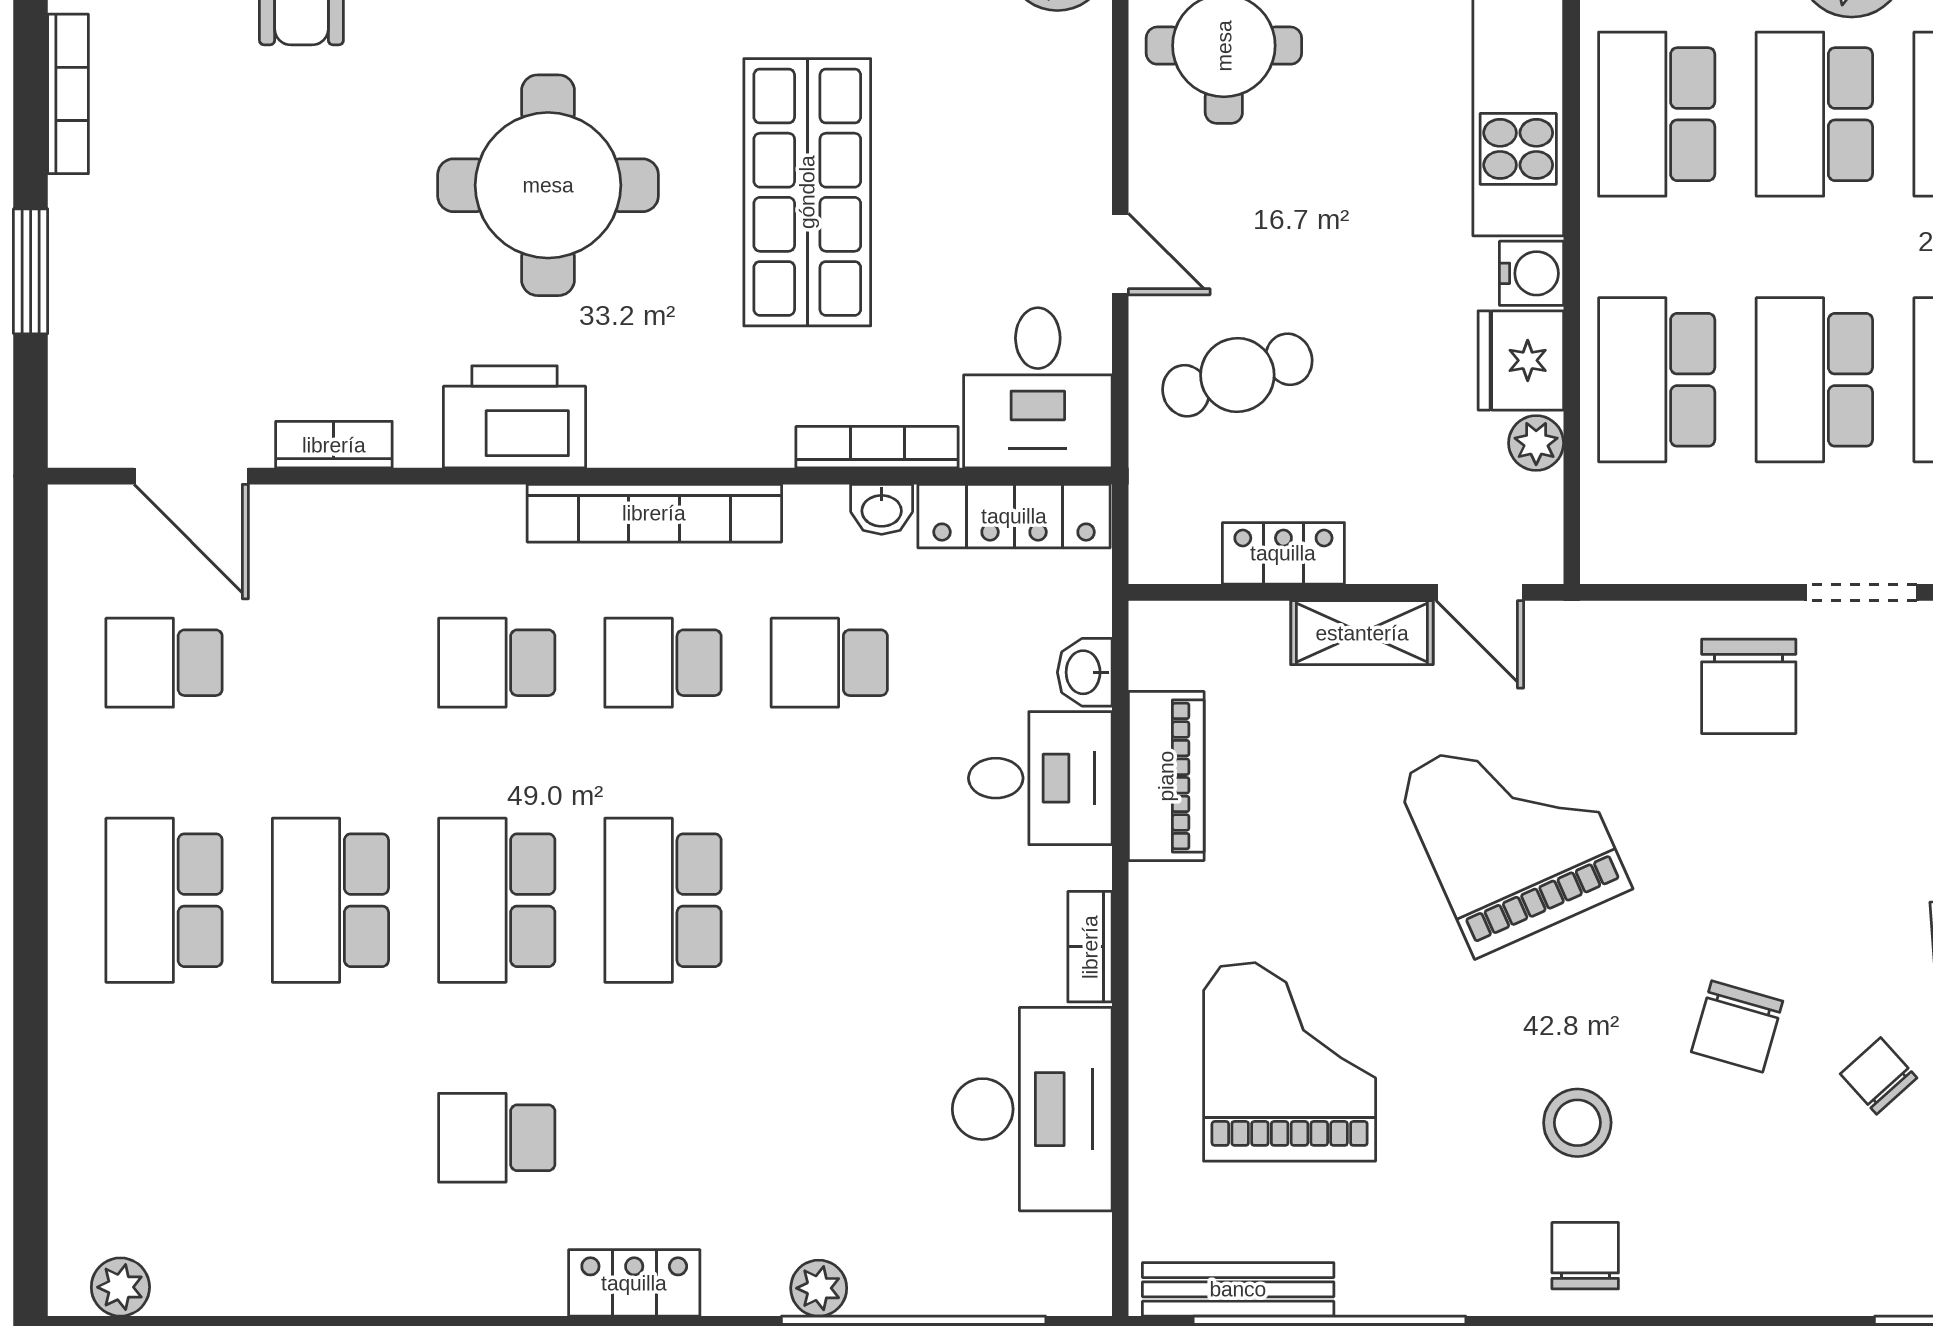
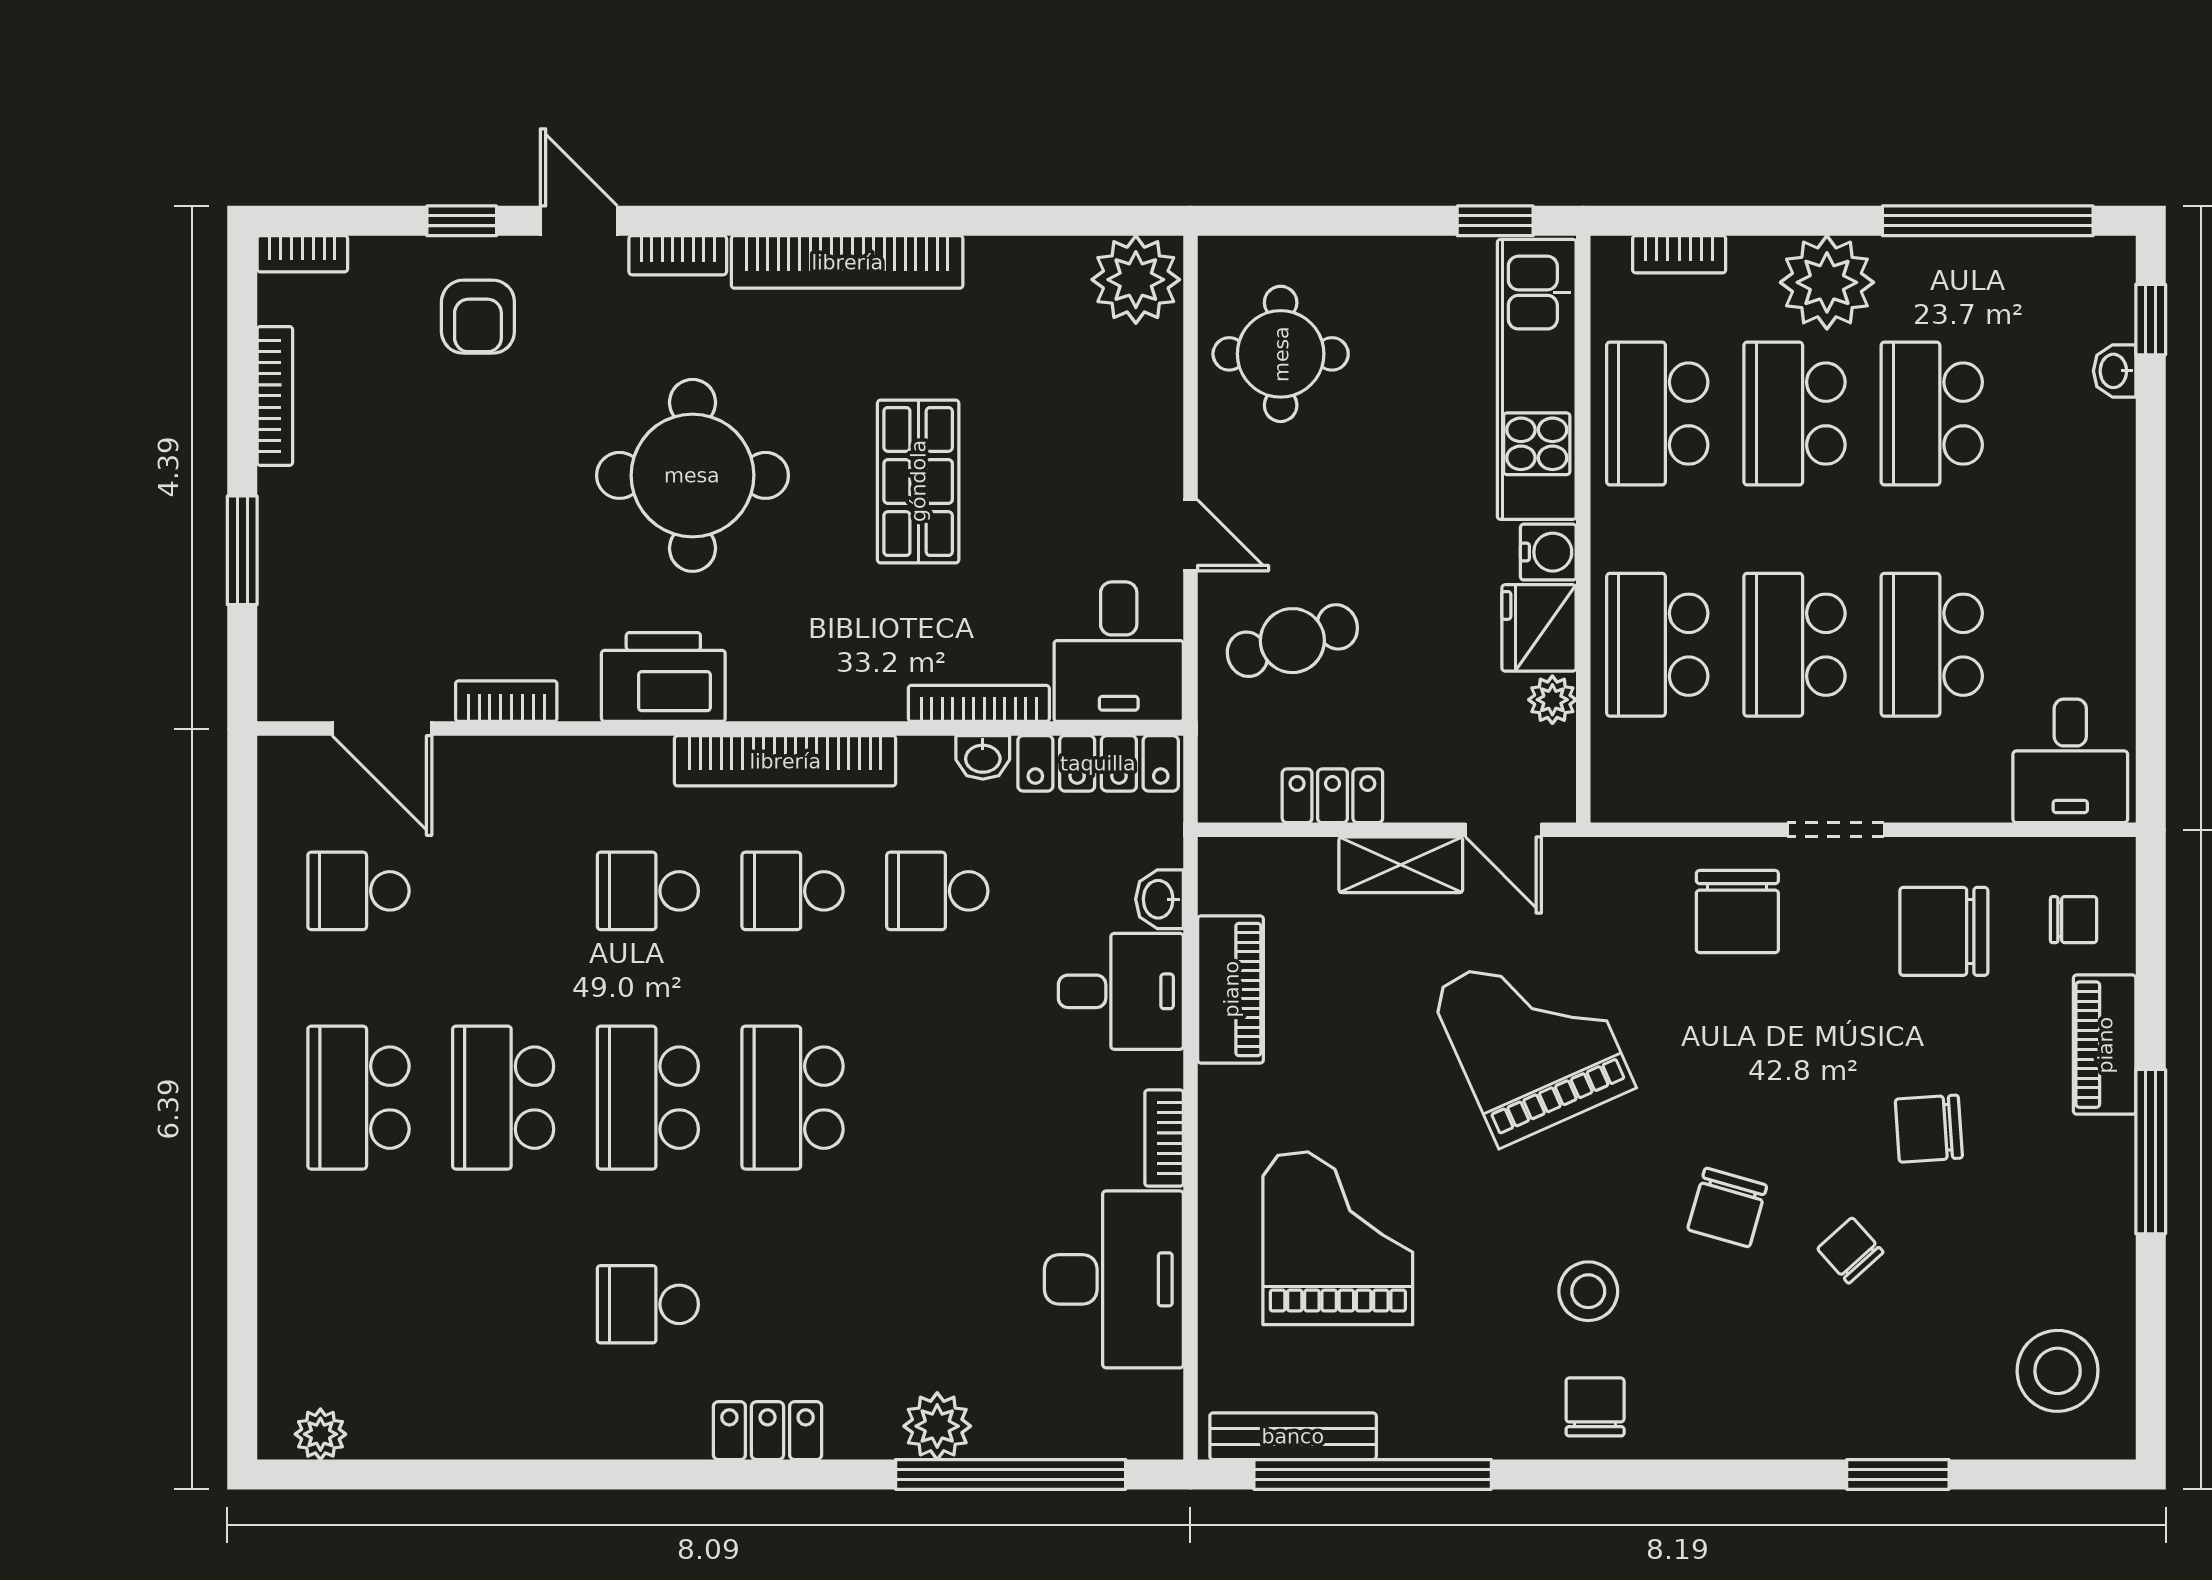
shop shelf: (807, 192) -> (918, 481), width x0.70, depth x0.74
plant: (819, 1288) -> (937, 1426), width x1.38, depth x1.38

